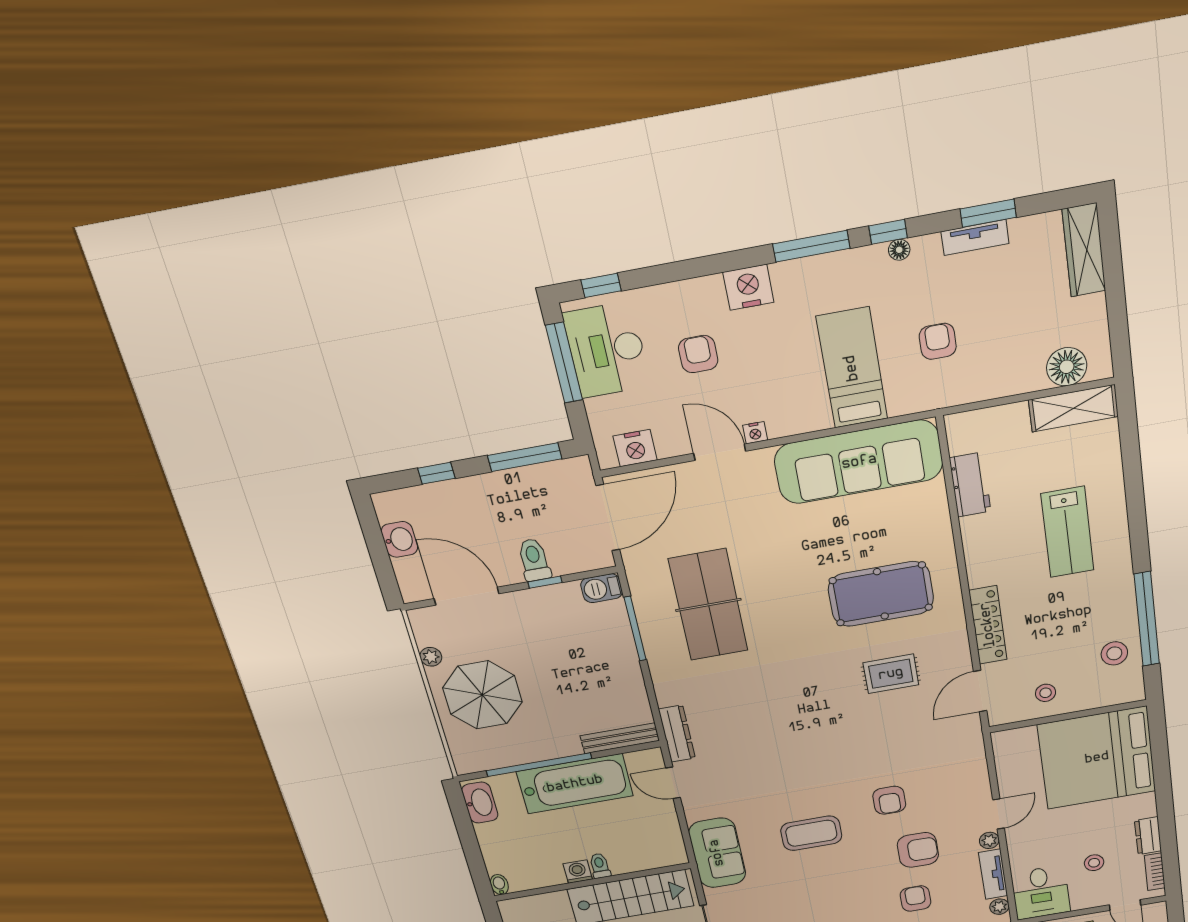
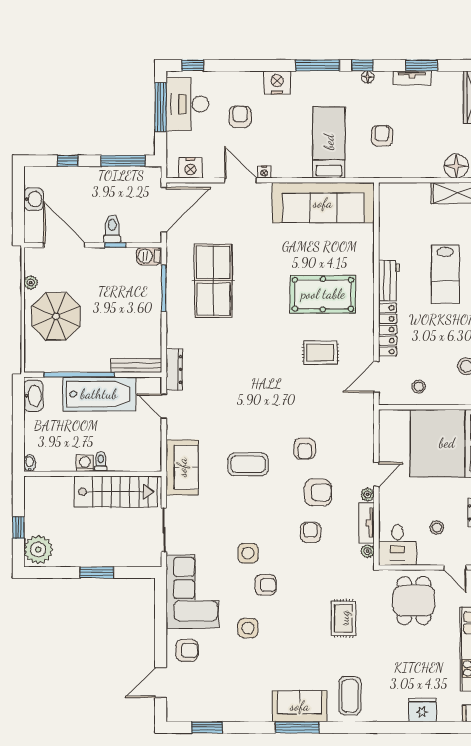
workbench: (970, 485) -> (389, 281), moved

